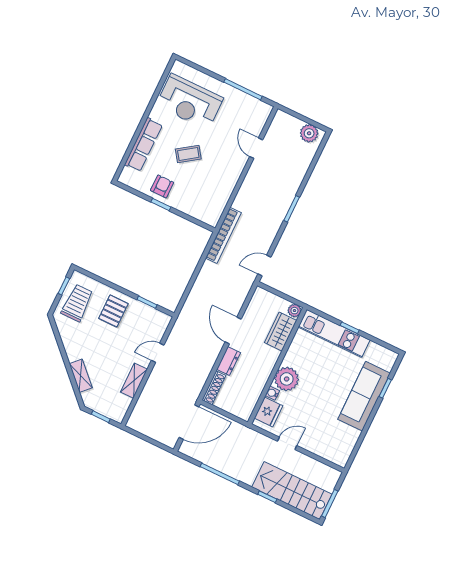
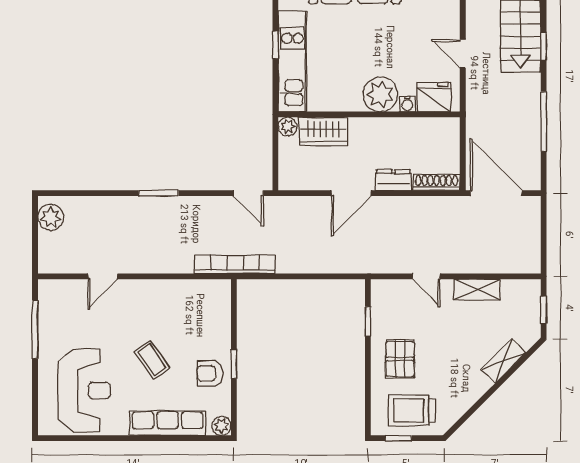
plant: (125, 178) -> (221, 426), added
pallet: (113, 311) -> (400, 359), turned 90

